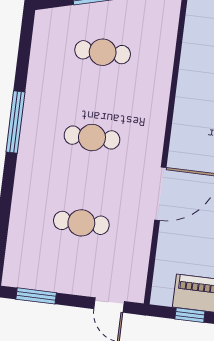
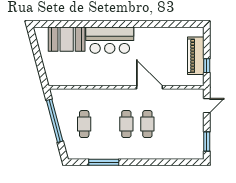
window: (15, 122) -> (104, 162), moved
cafe table: (81, 223) -> (147, 124), moved

